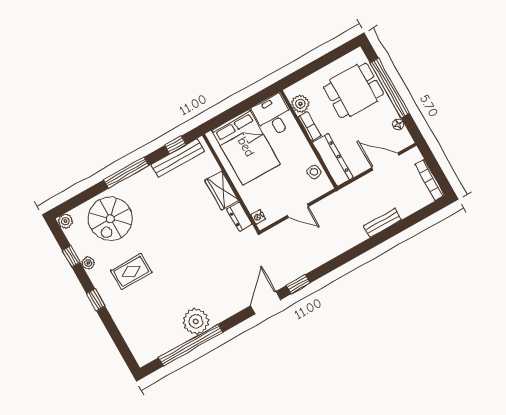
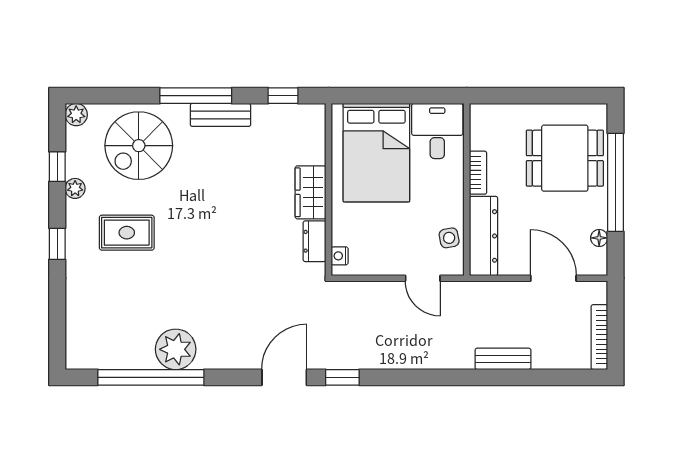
plant: (300, 104) -> (483, 135), removed
bench: (178, 158) -> (220, 115), moved, width x0.73
door: (298, 211) -> (423, 278), moved

